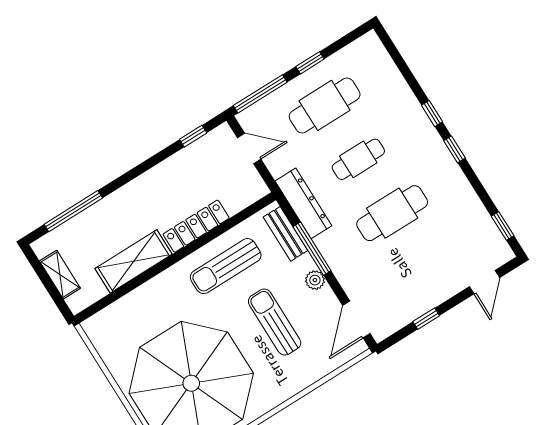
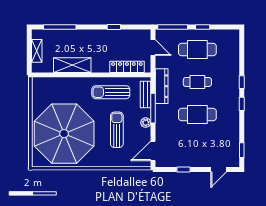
window: (193, 136) -> (114, 27), moved
locker: (196, 226) -> (127, 67), moved

